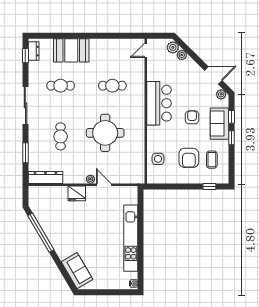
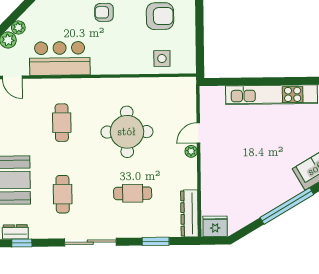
bar counter: (159, 103) -> (60, 58), moved
fridge: (77, 193) -> (215, 226), moved, turned -90
window: (41, 233) -> (287, 206), moved

